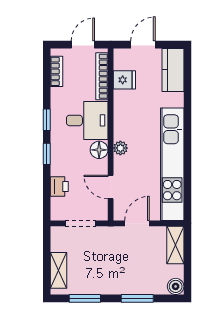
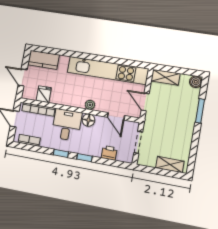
door: (111, 187) -> (116, 116), hinge flipped
window: (85, 298) -> (194, 149), removed

